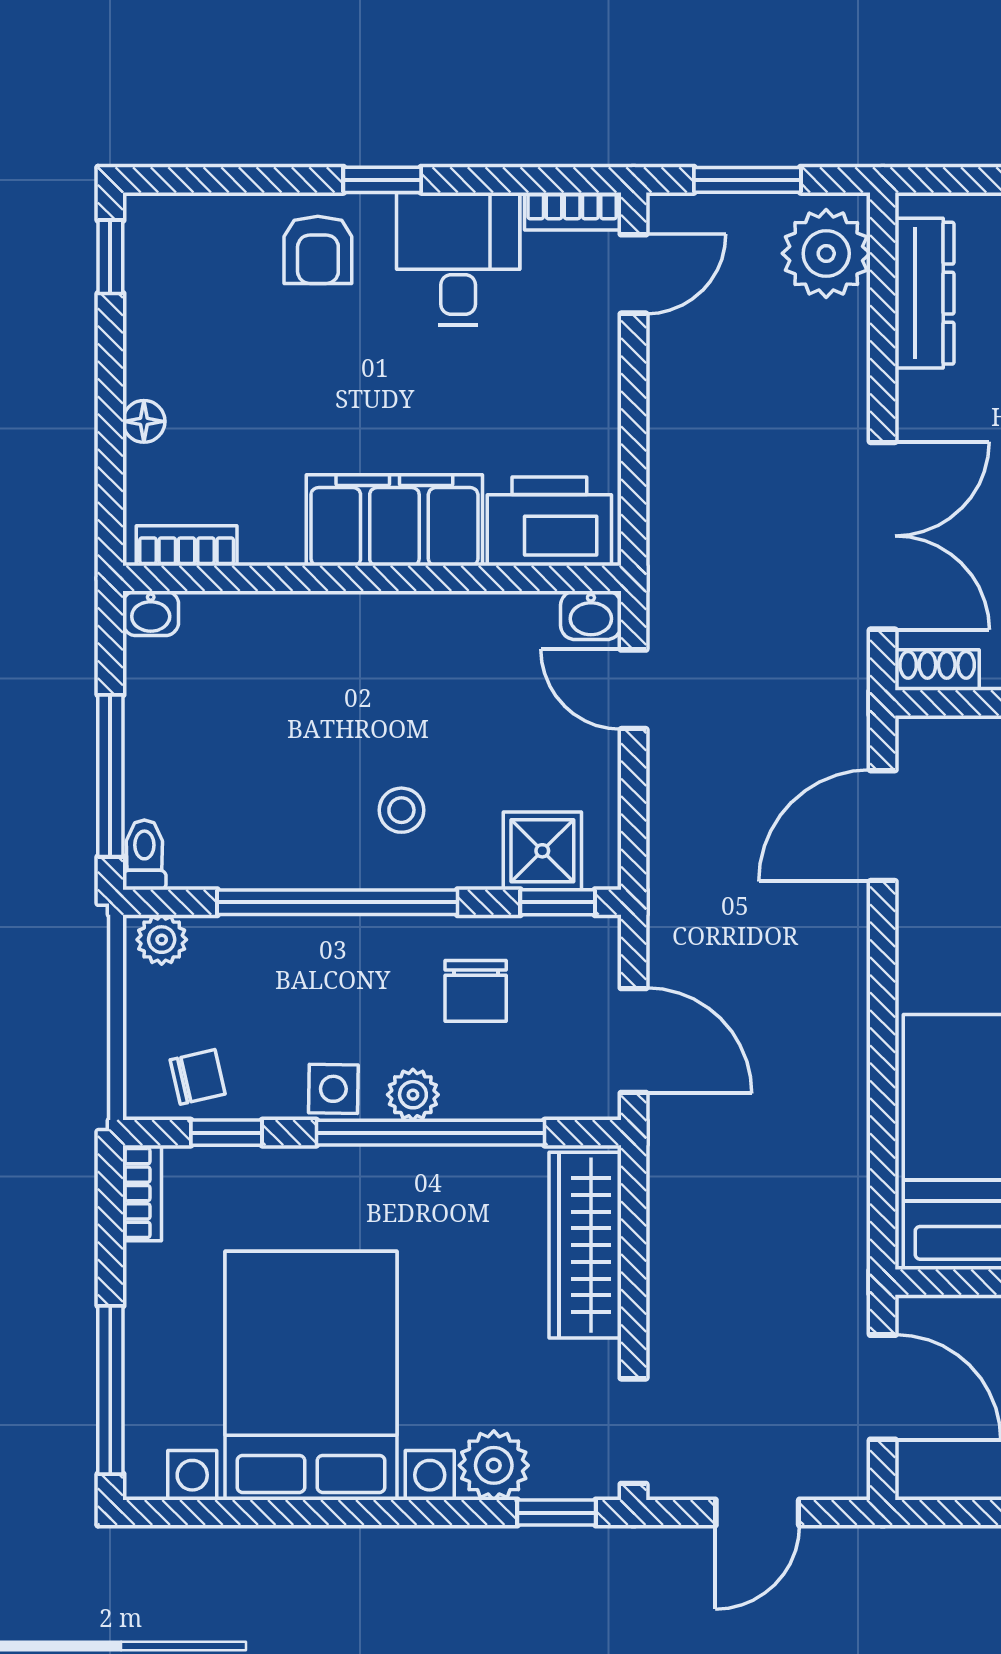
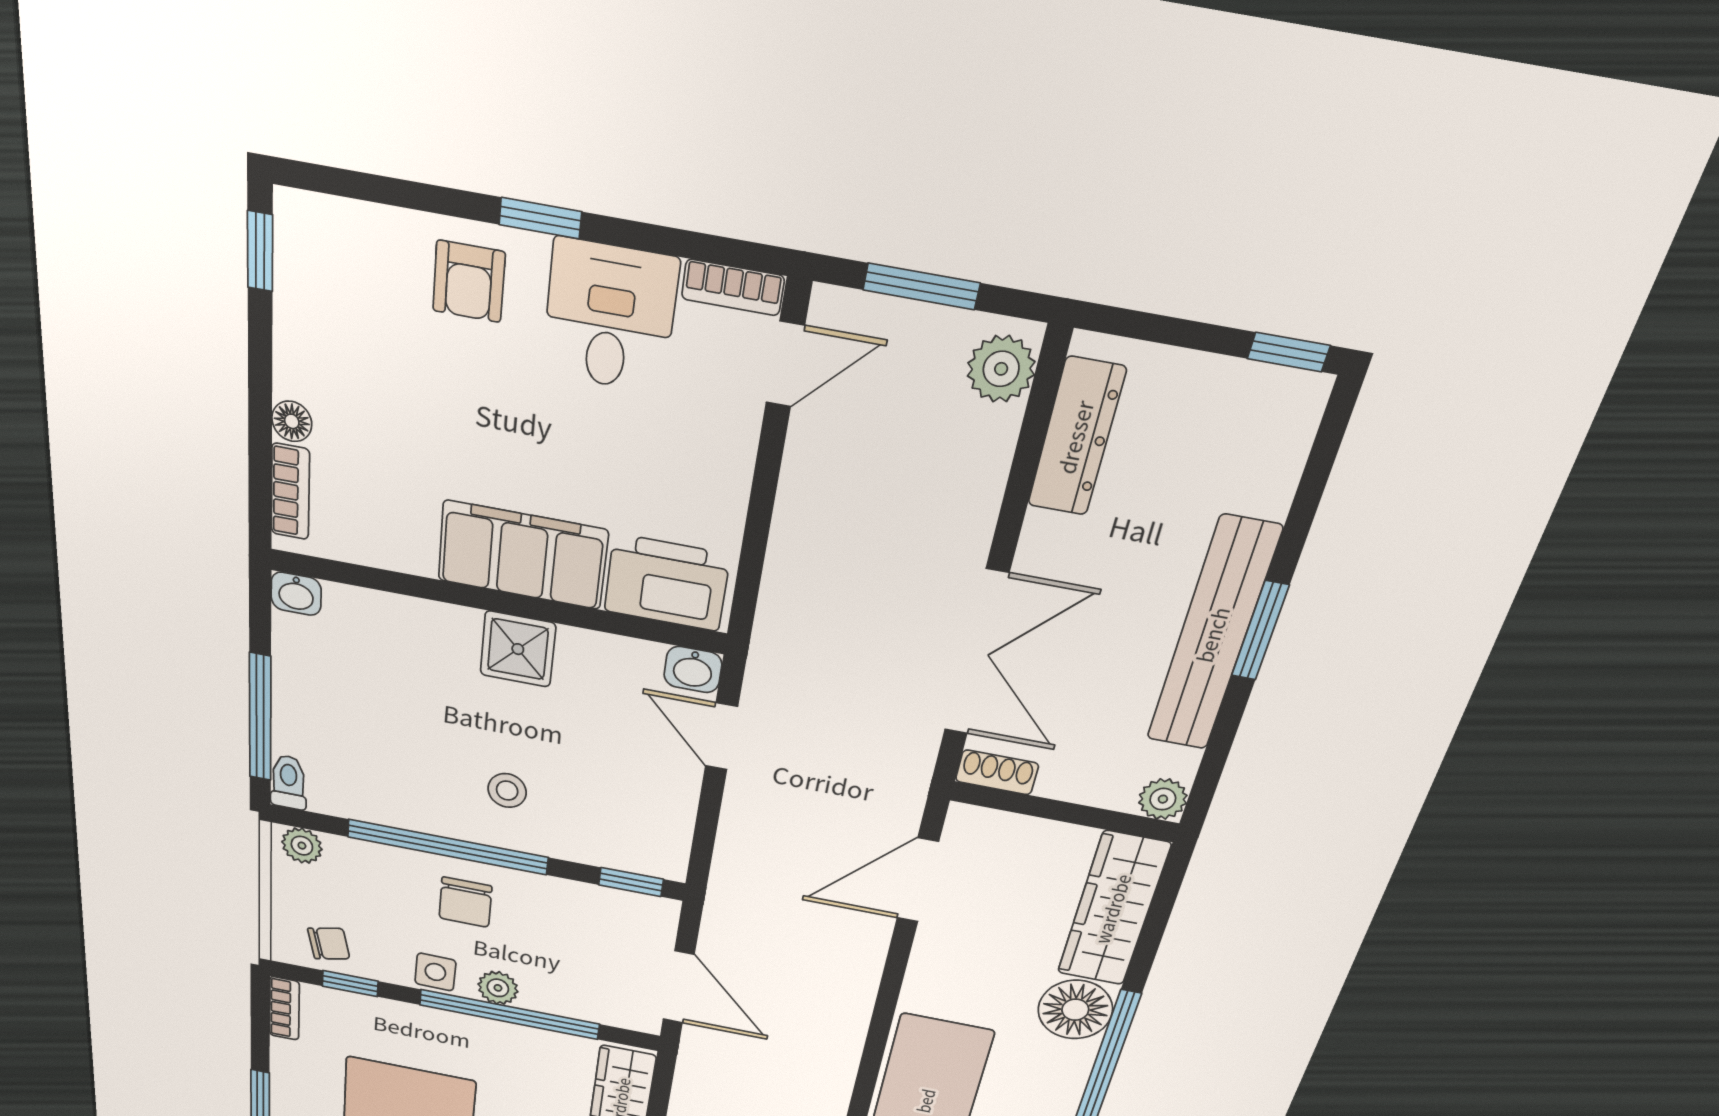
plant: (826, 253) -> (1001, 369), width x0.73, depth x0.73
bookcase: (187, 546) -> (290, 492), moved, turned 90
shower: (542, 851) -> (518, 649), moved
chair: (476, 991) -> (465, 902), moved

